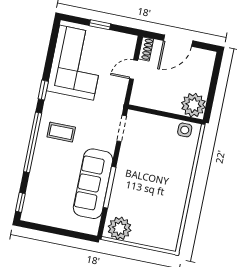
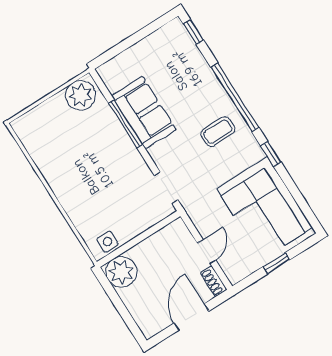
sofa: (93, 184) -> (144, 113), width x0.73

